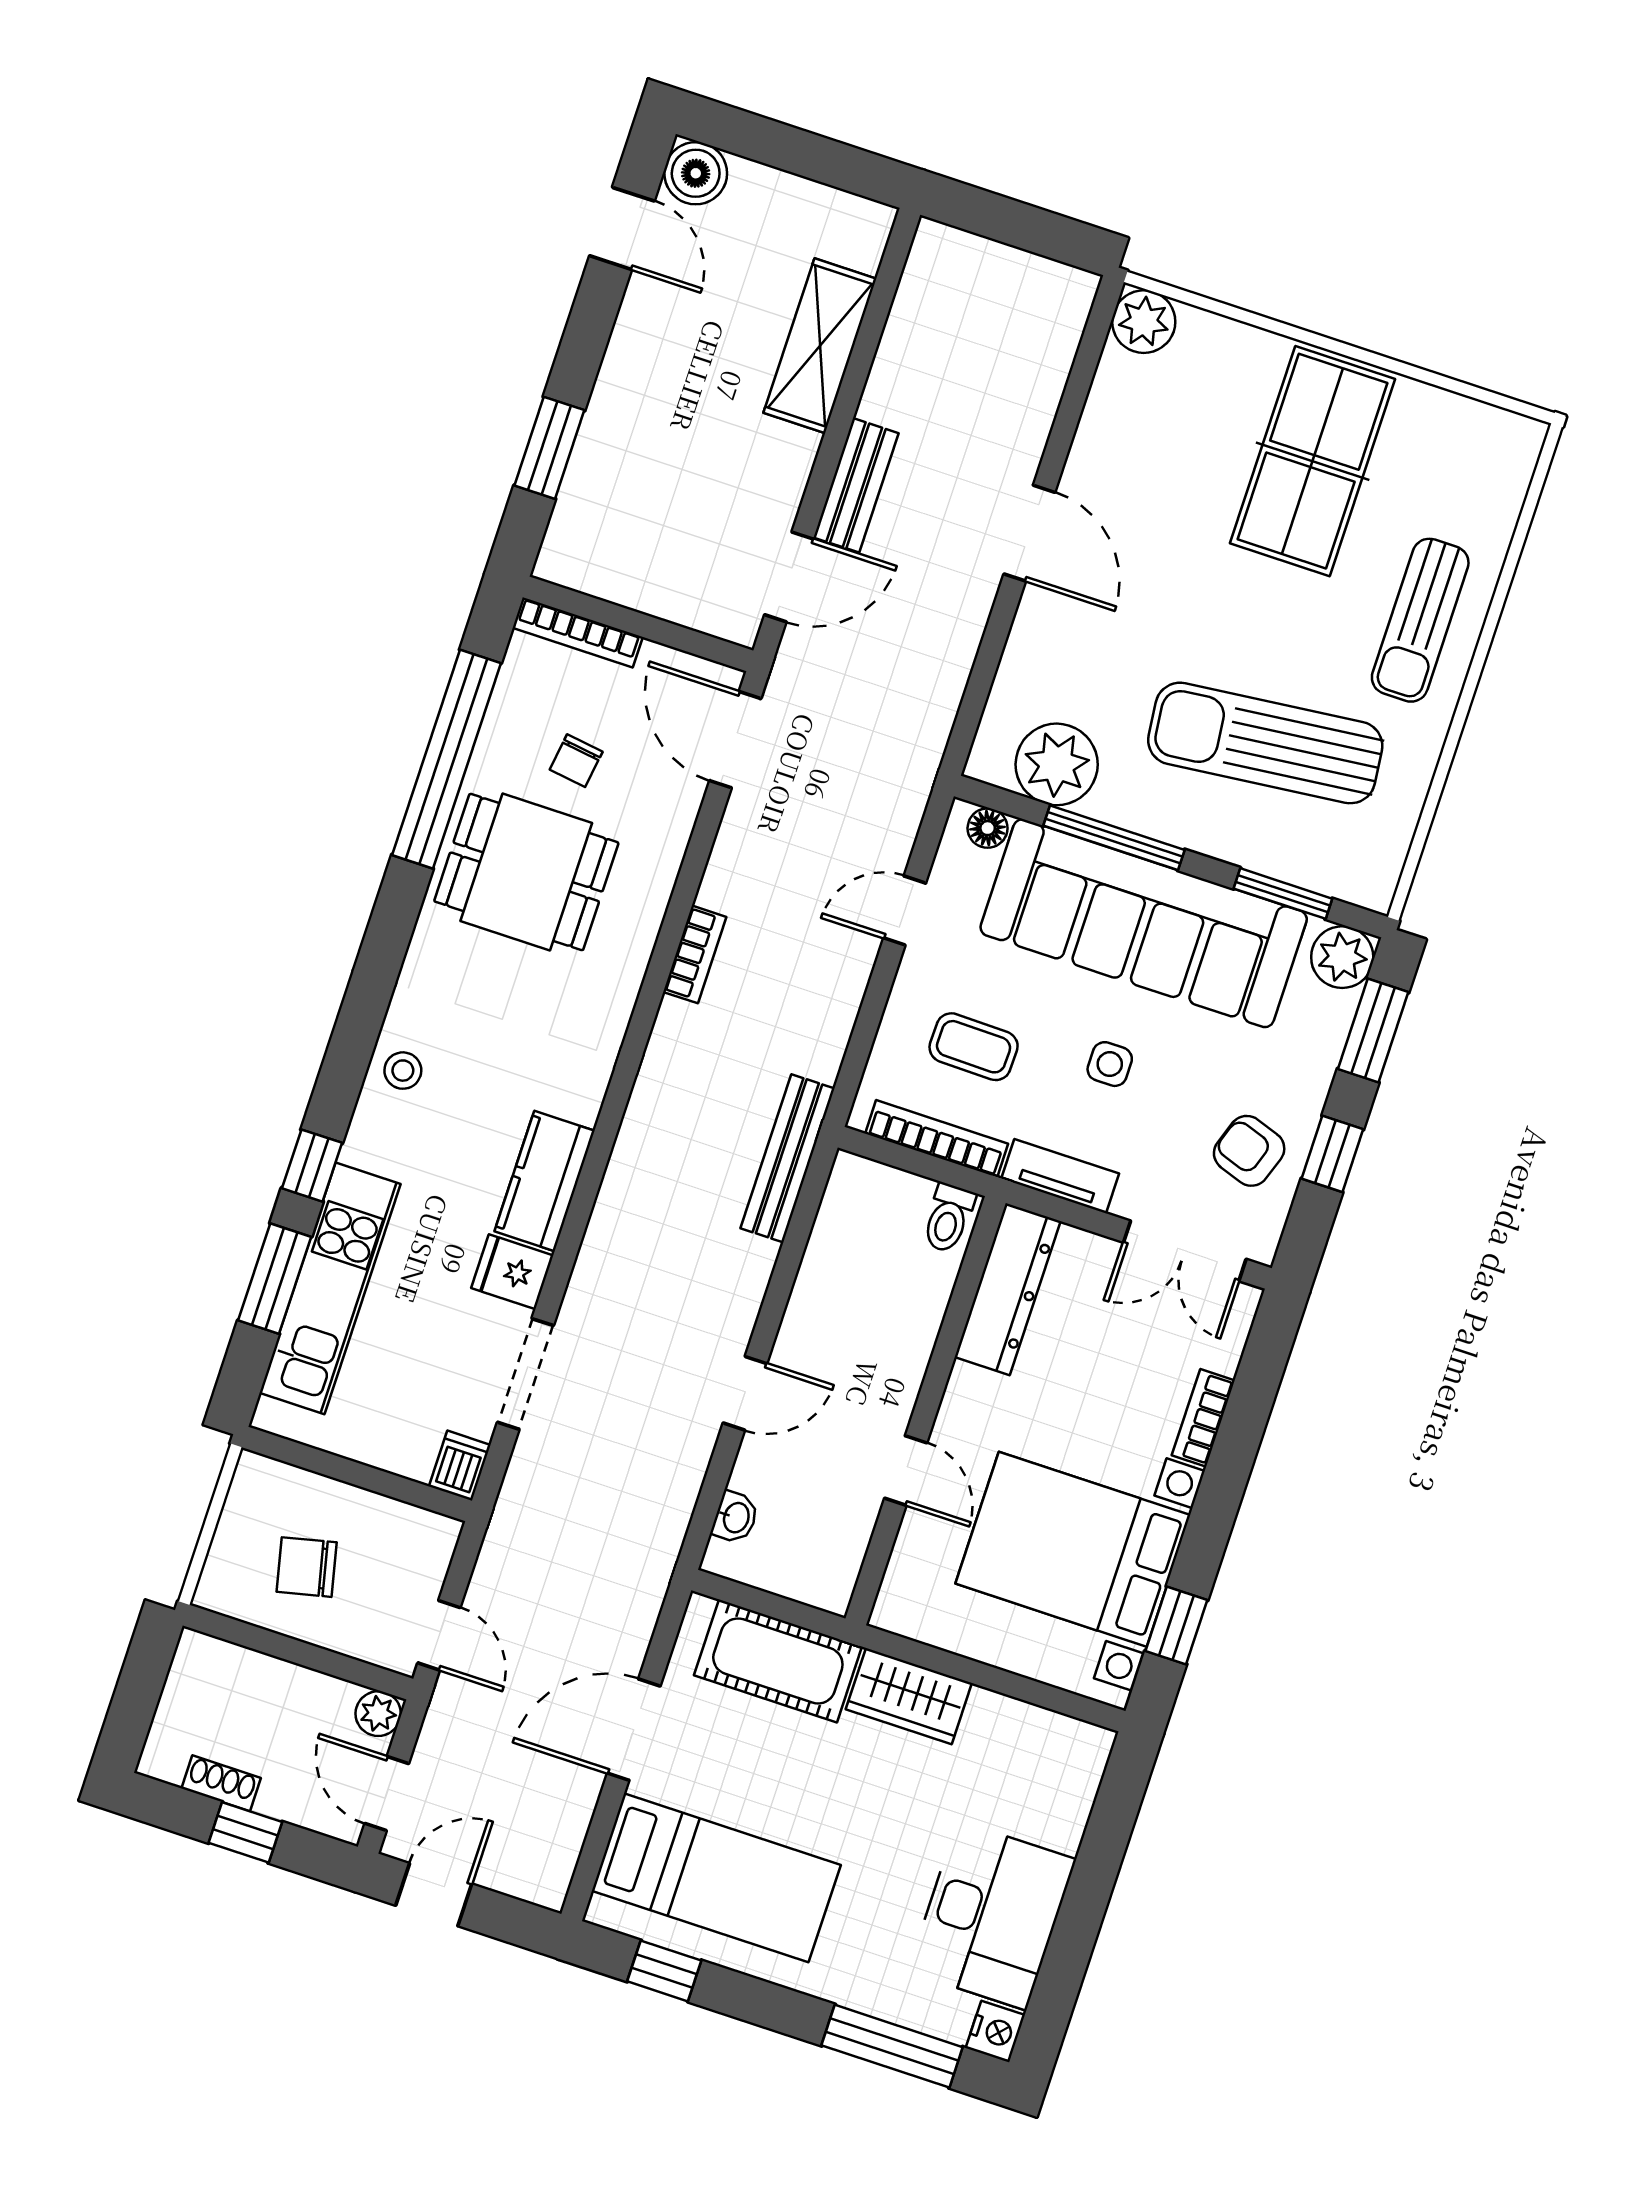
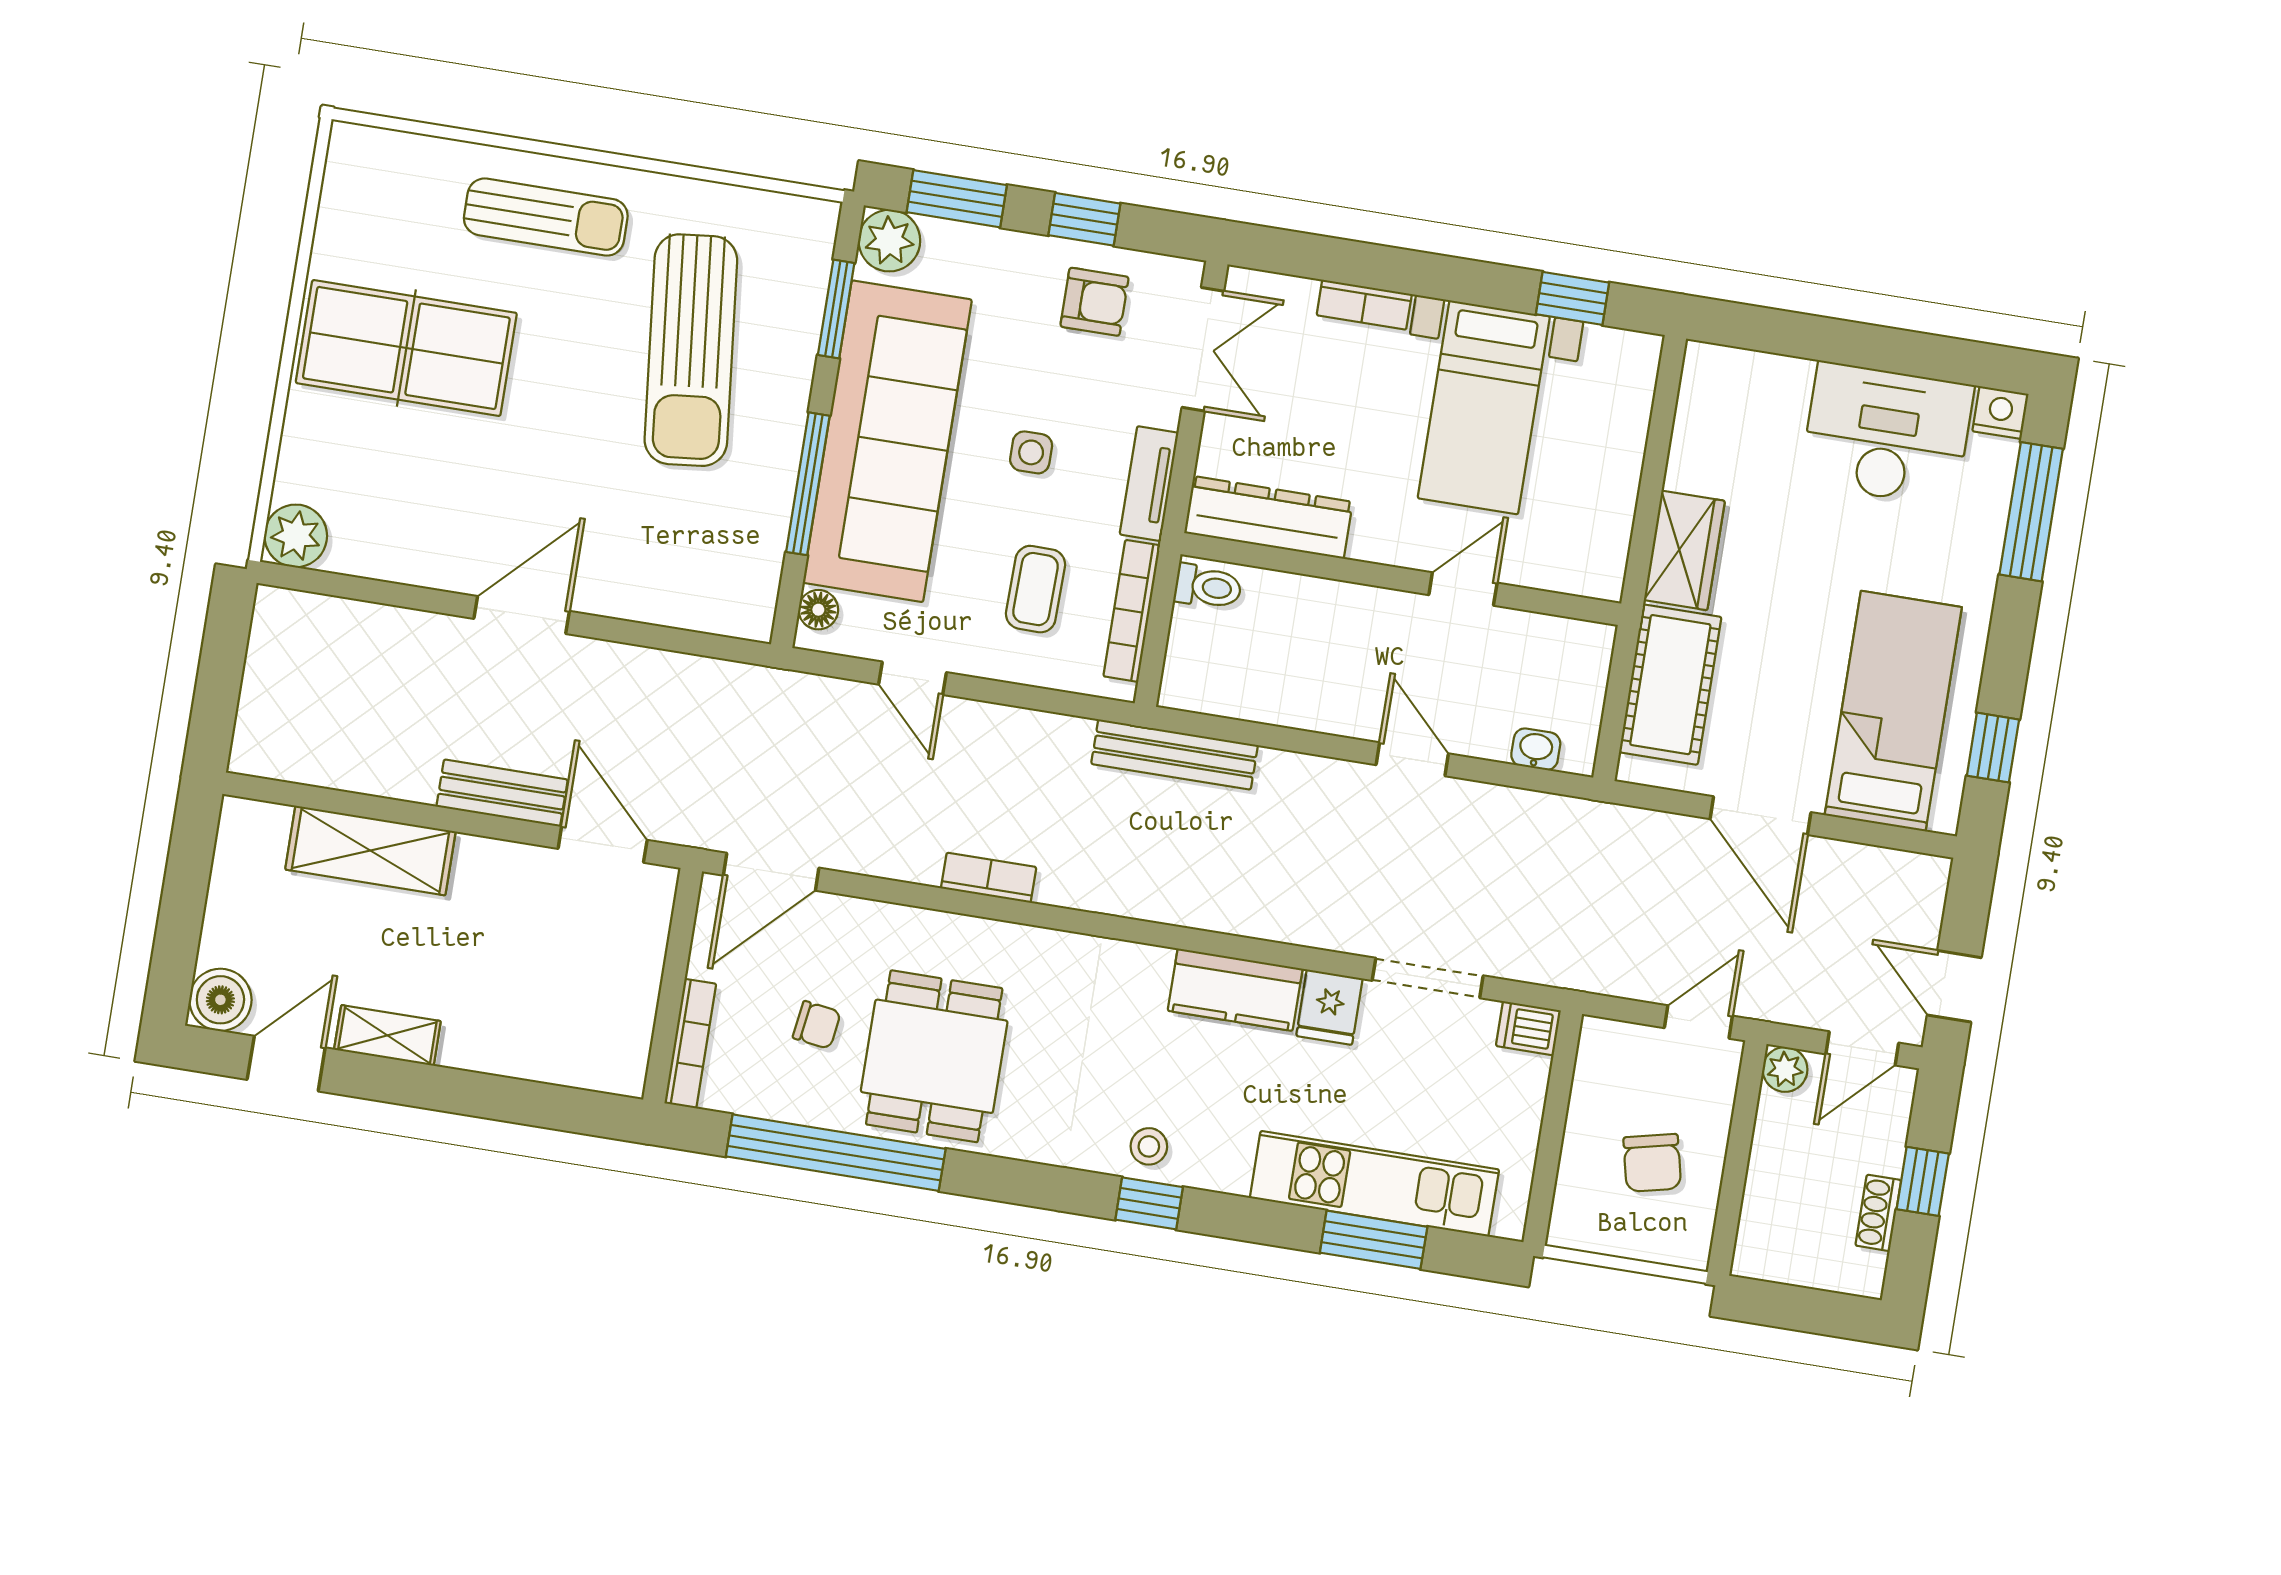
shelving: (634, 333) -> (387, 1035), added
window: (549, 448) -> (513, 1100), removed
plant: (1057, 764) -> (745, 552), removed
armchair: (1249, 1151) -> (1094, 302), turned -109
window: (312, 1166) -> (1149, 1203), moved
bed with nightstands: (1073, 1549) -> (1484, 407), width x0.73

